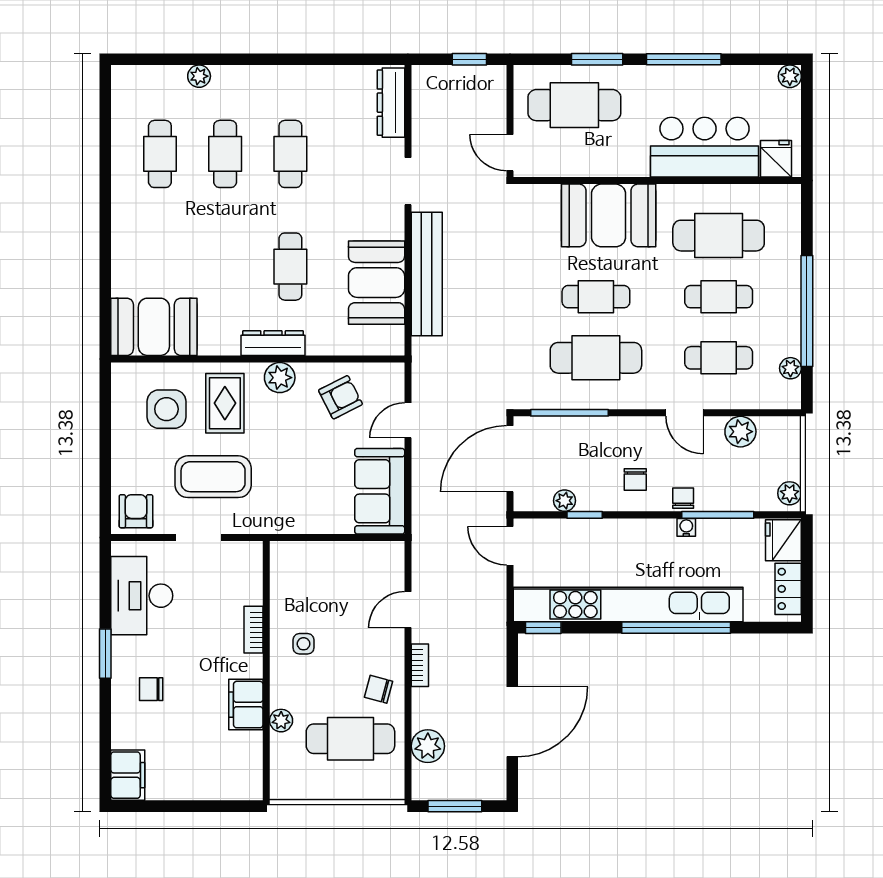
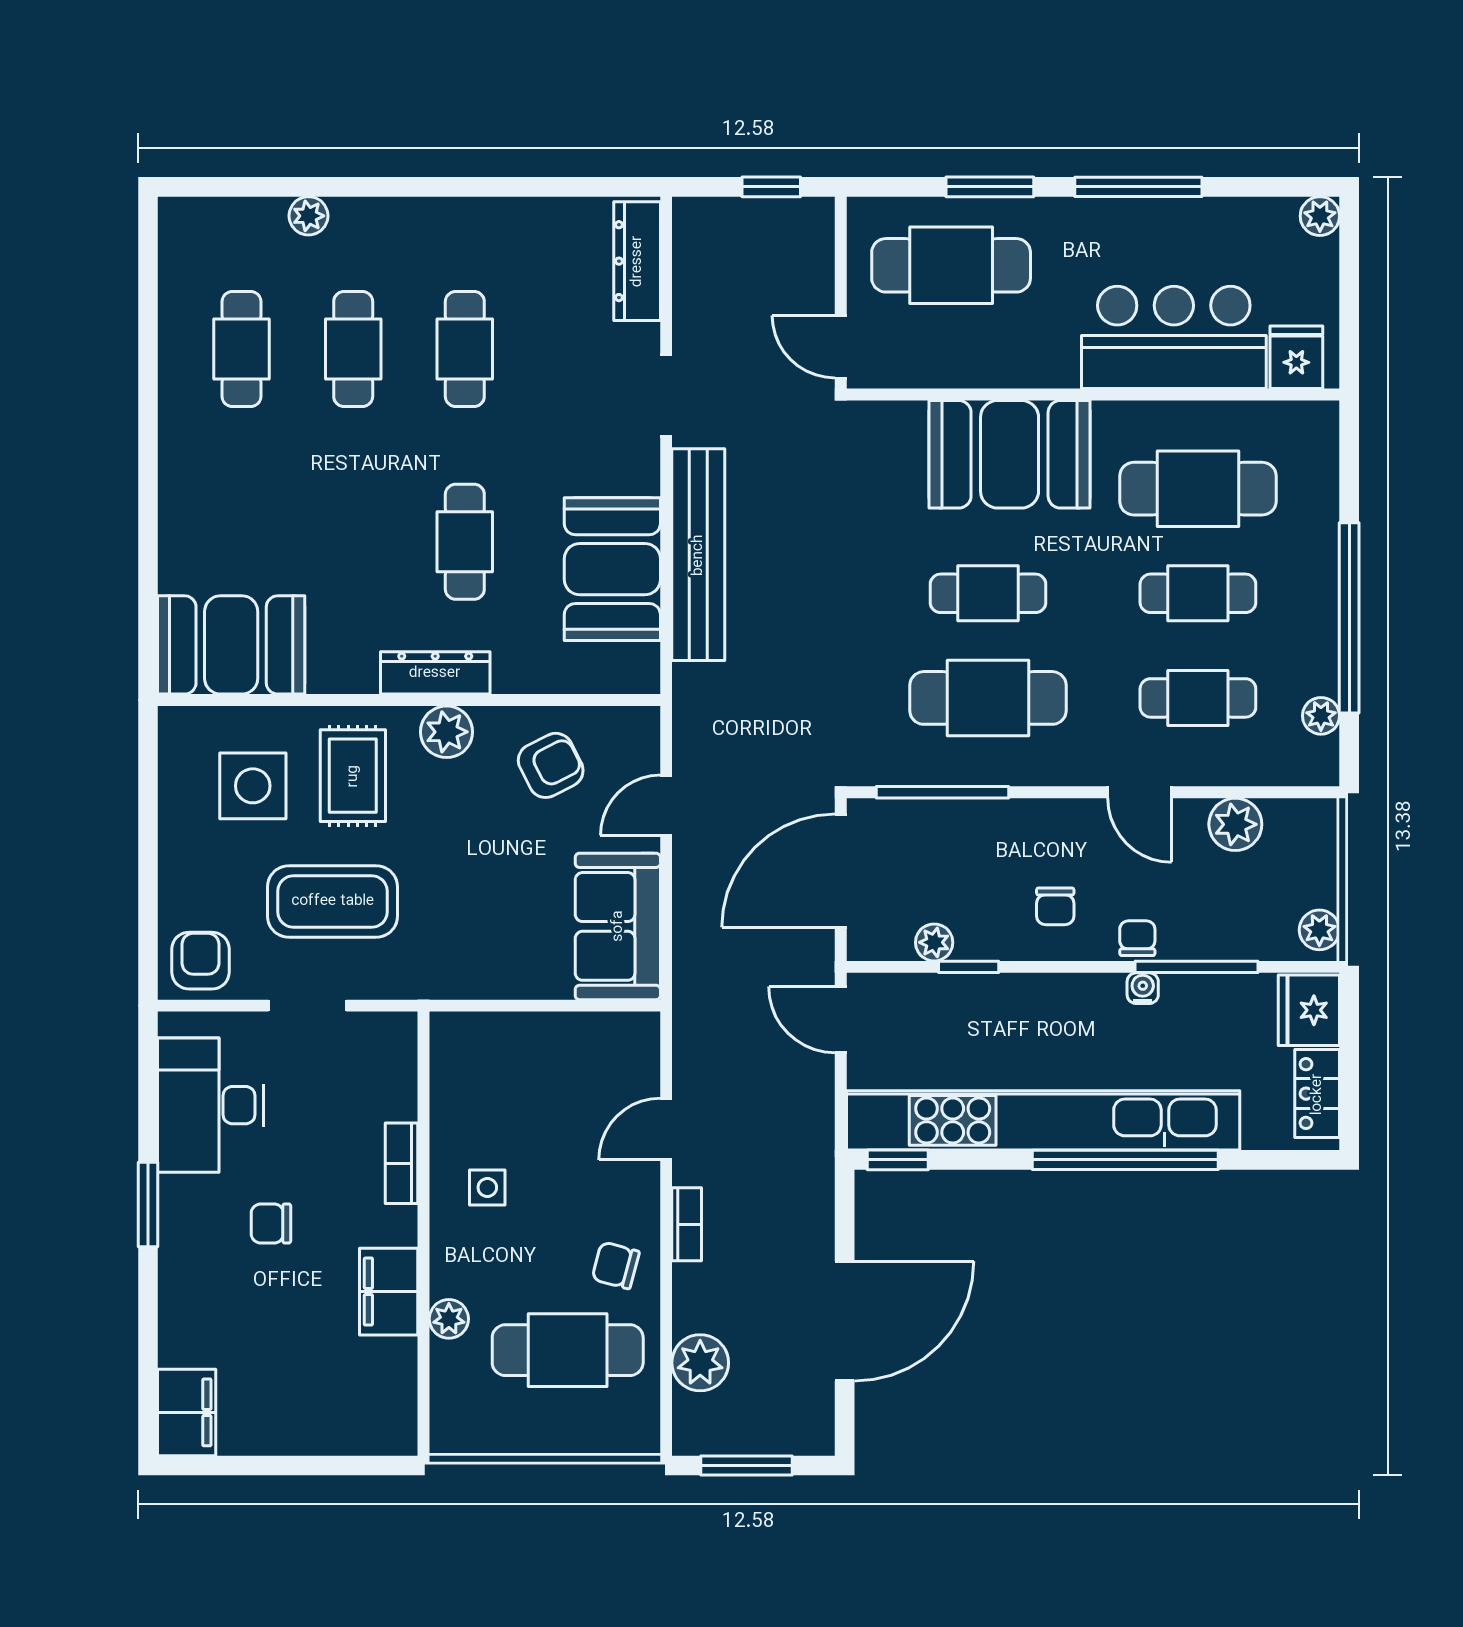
chair: (151, 689) -> (271, 1223), moved

